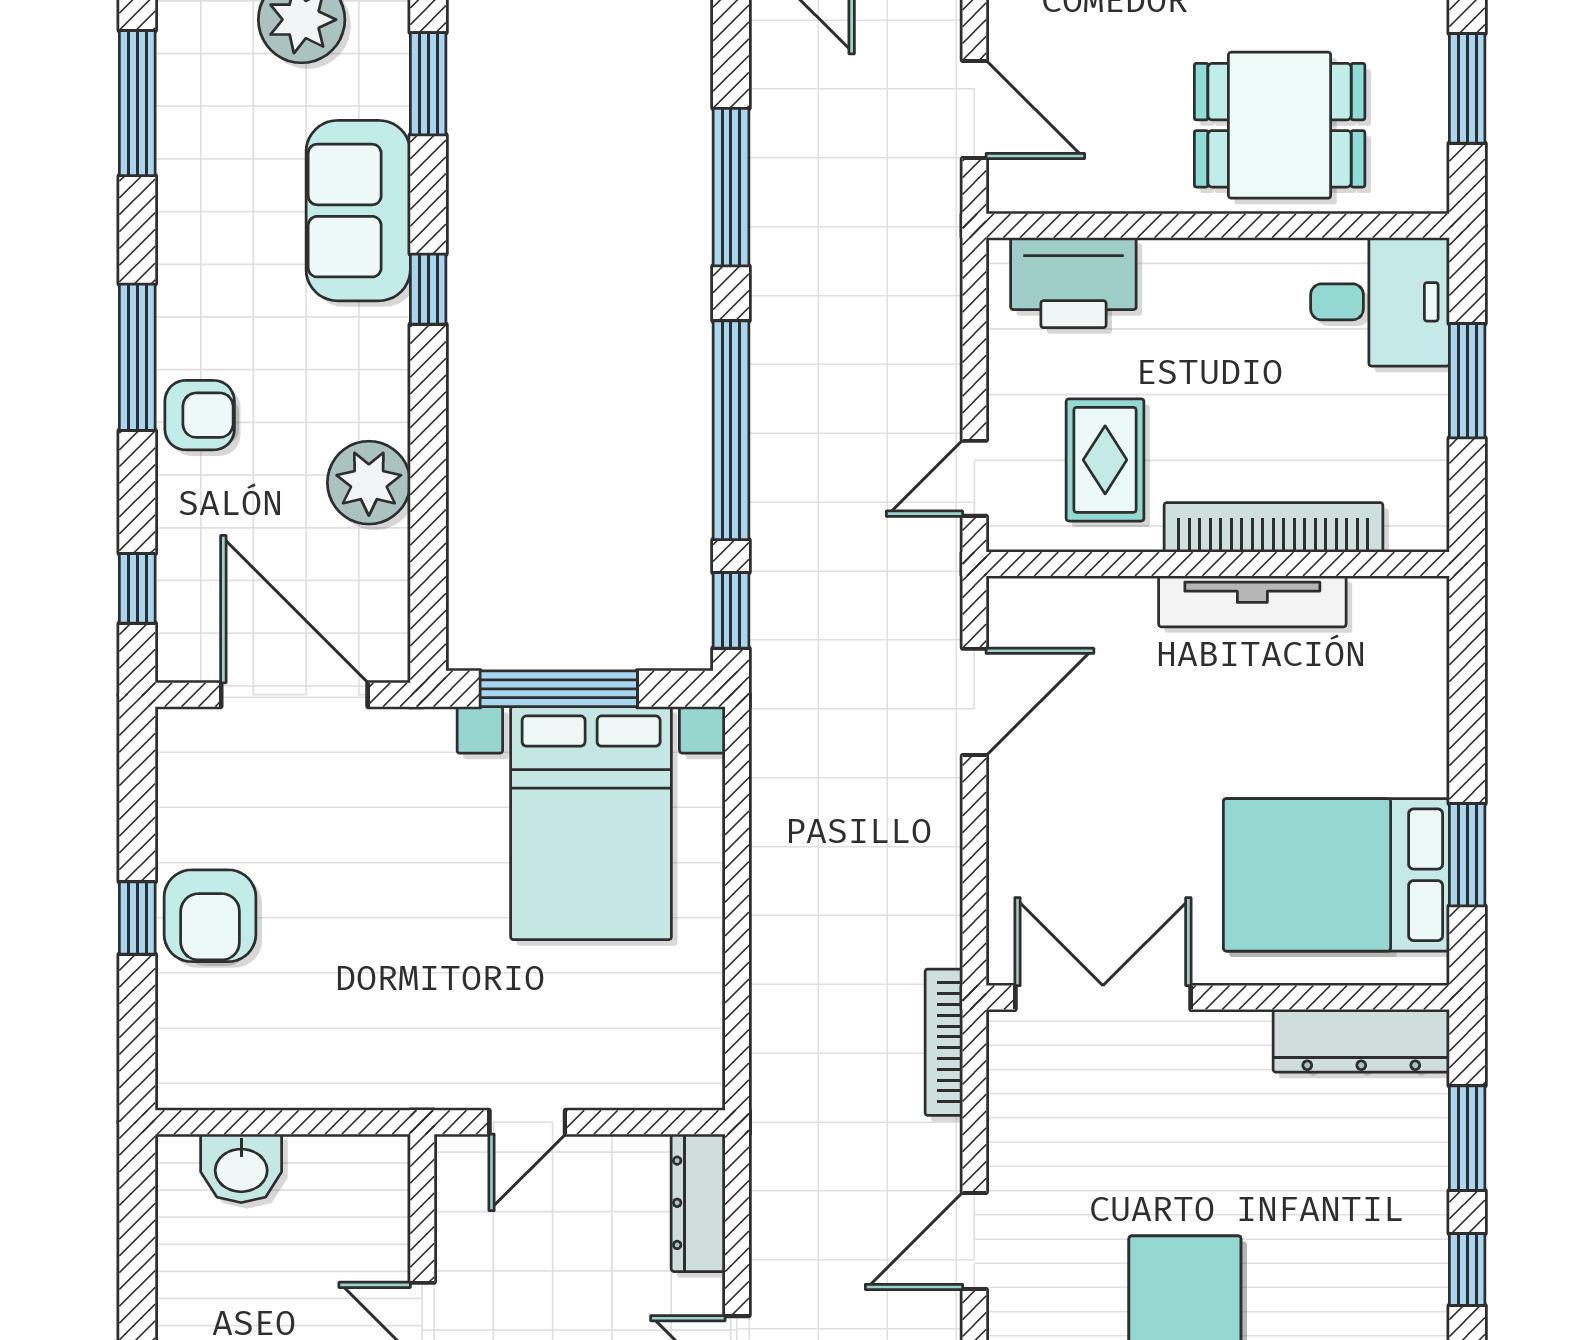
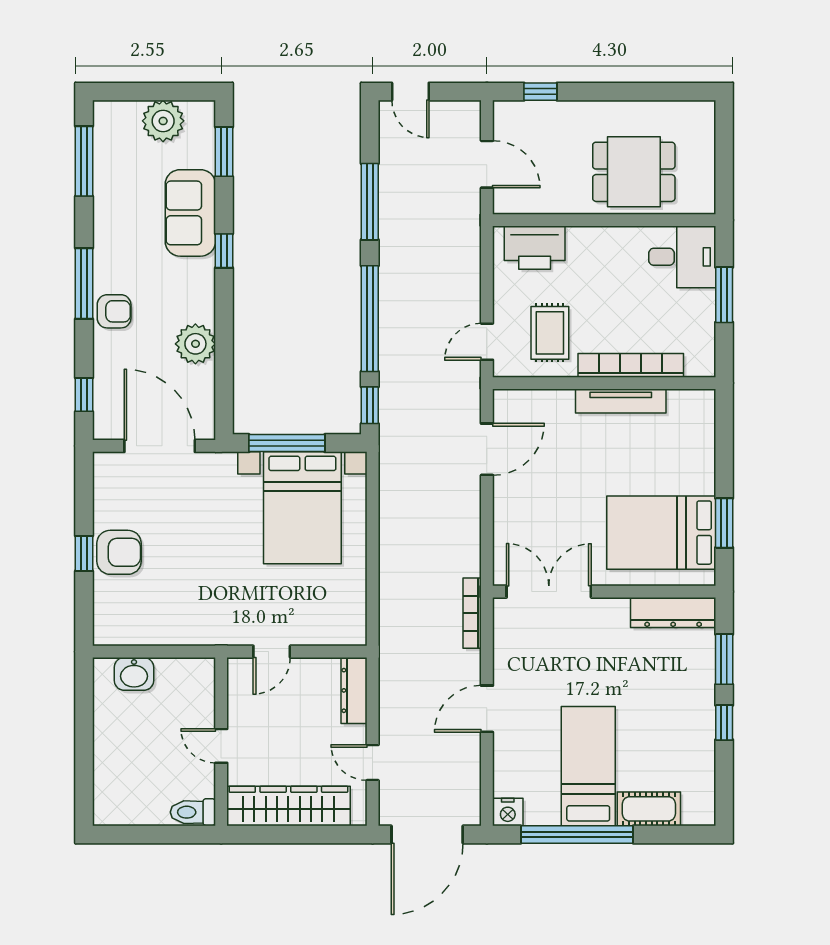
window: (1467, 88) -> (724, 154), removed
armchair: (210, 916) -> (119, 552), turned -90

